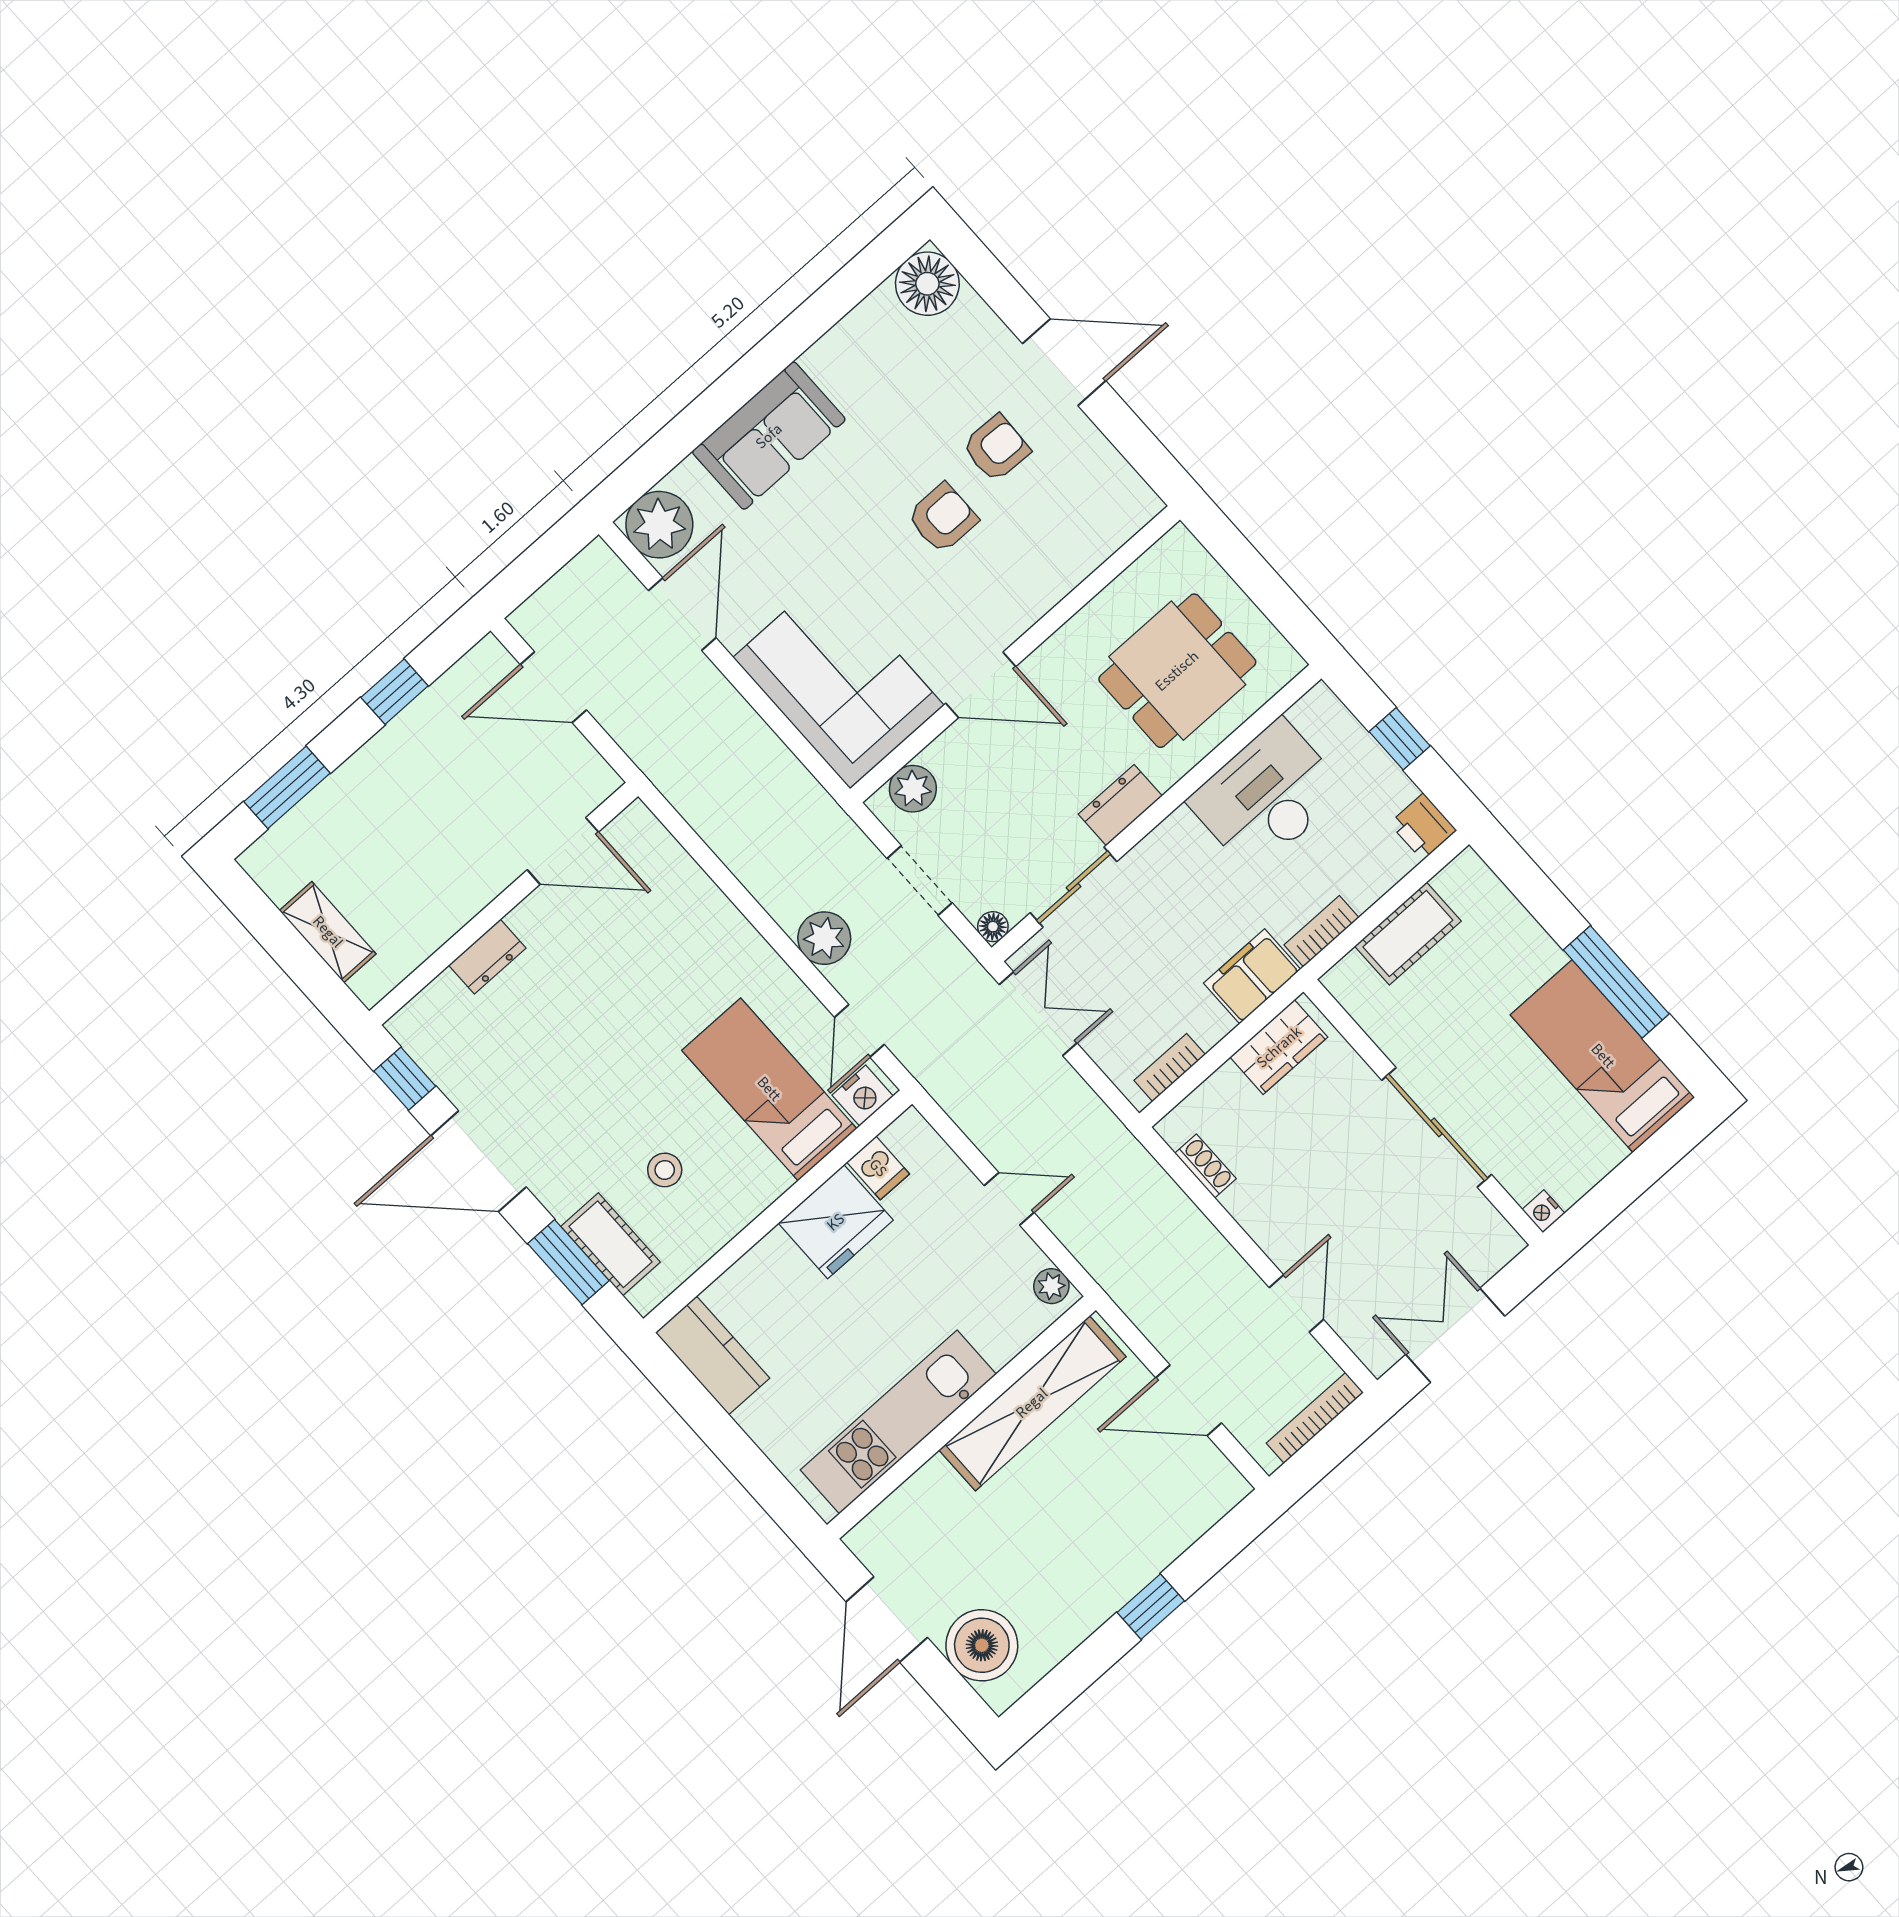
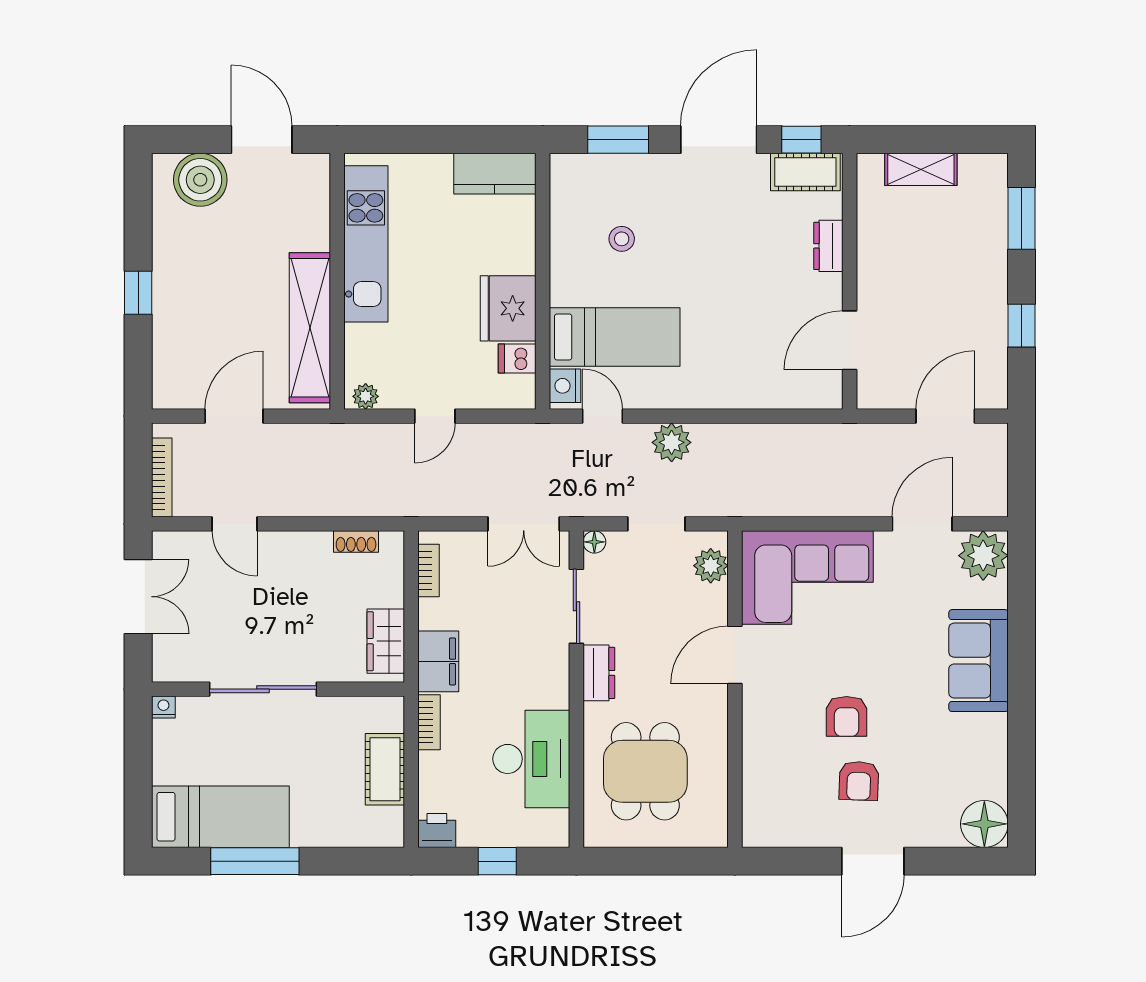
door: (682, 614) -> (922, 524), swing flipped
cot: (610, 1244) -> (805, 172), moved

